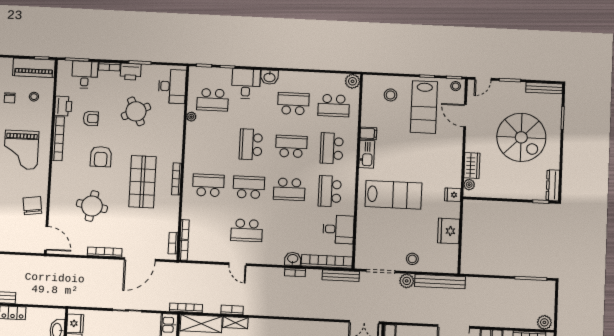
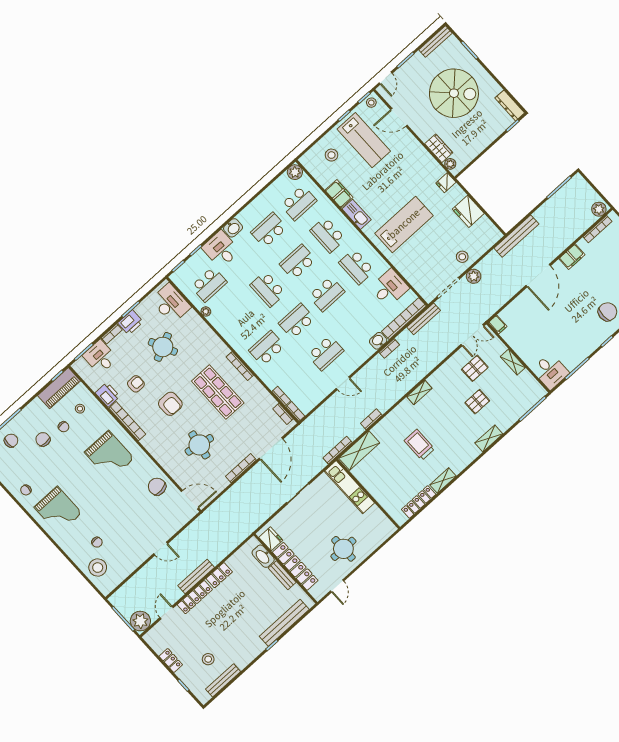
filing cabinet: (368, 133) -> (339, 194), width x2.00
bench: (440, 282) -> (516, 236), moved
shelving: (235, 323) -> (419, 392), moved

